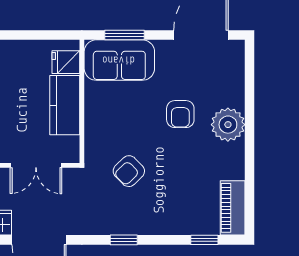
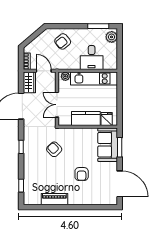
armchair: (180, 114) -> (82, 174), turned -90
plant: (228, 125) -> (77, 197), removed
piano: (233, 208) -> (54, 199), moved

